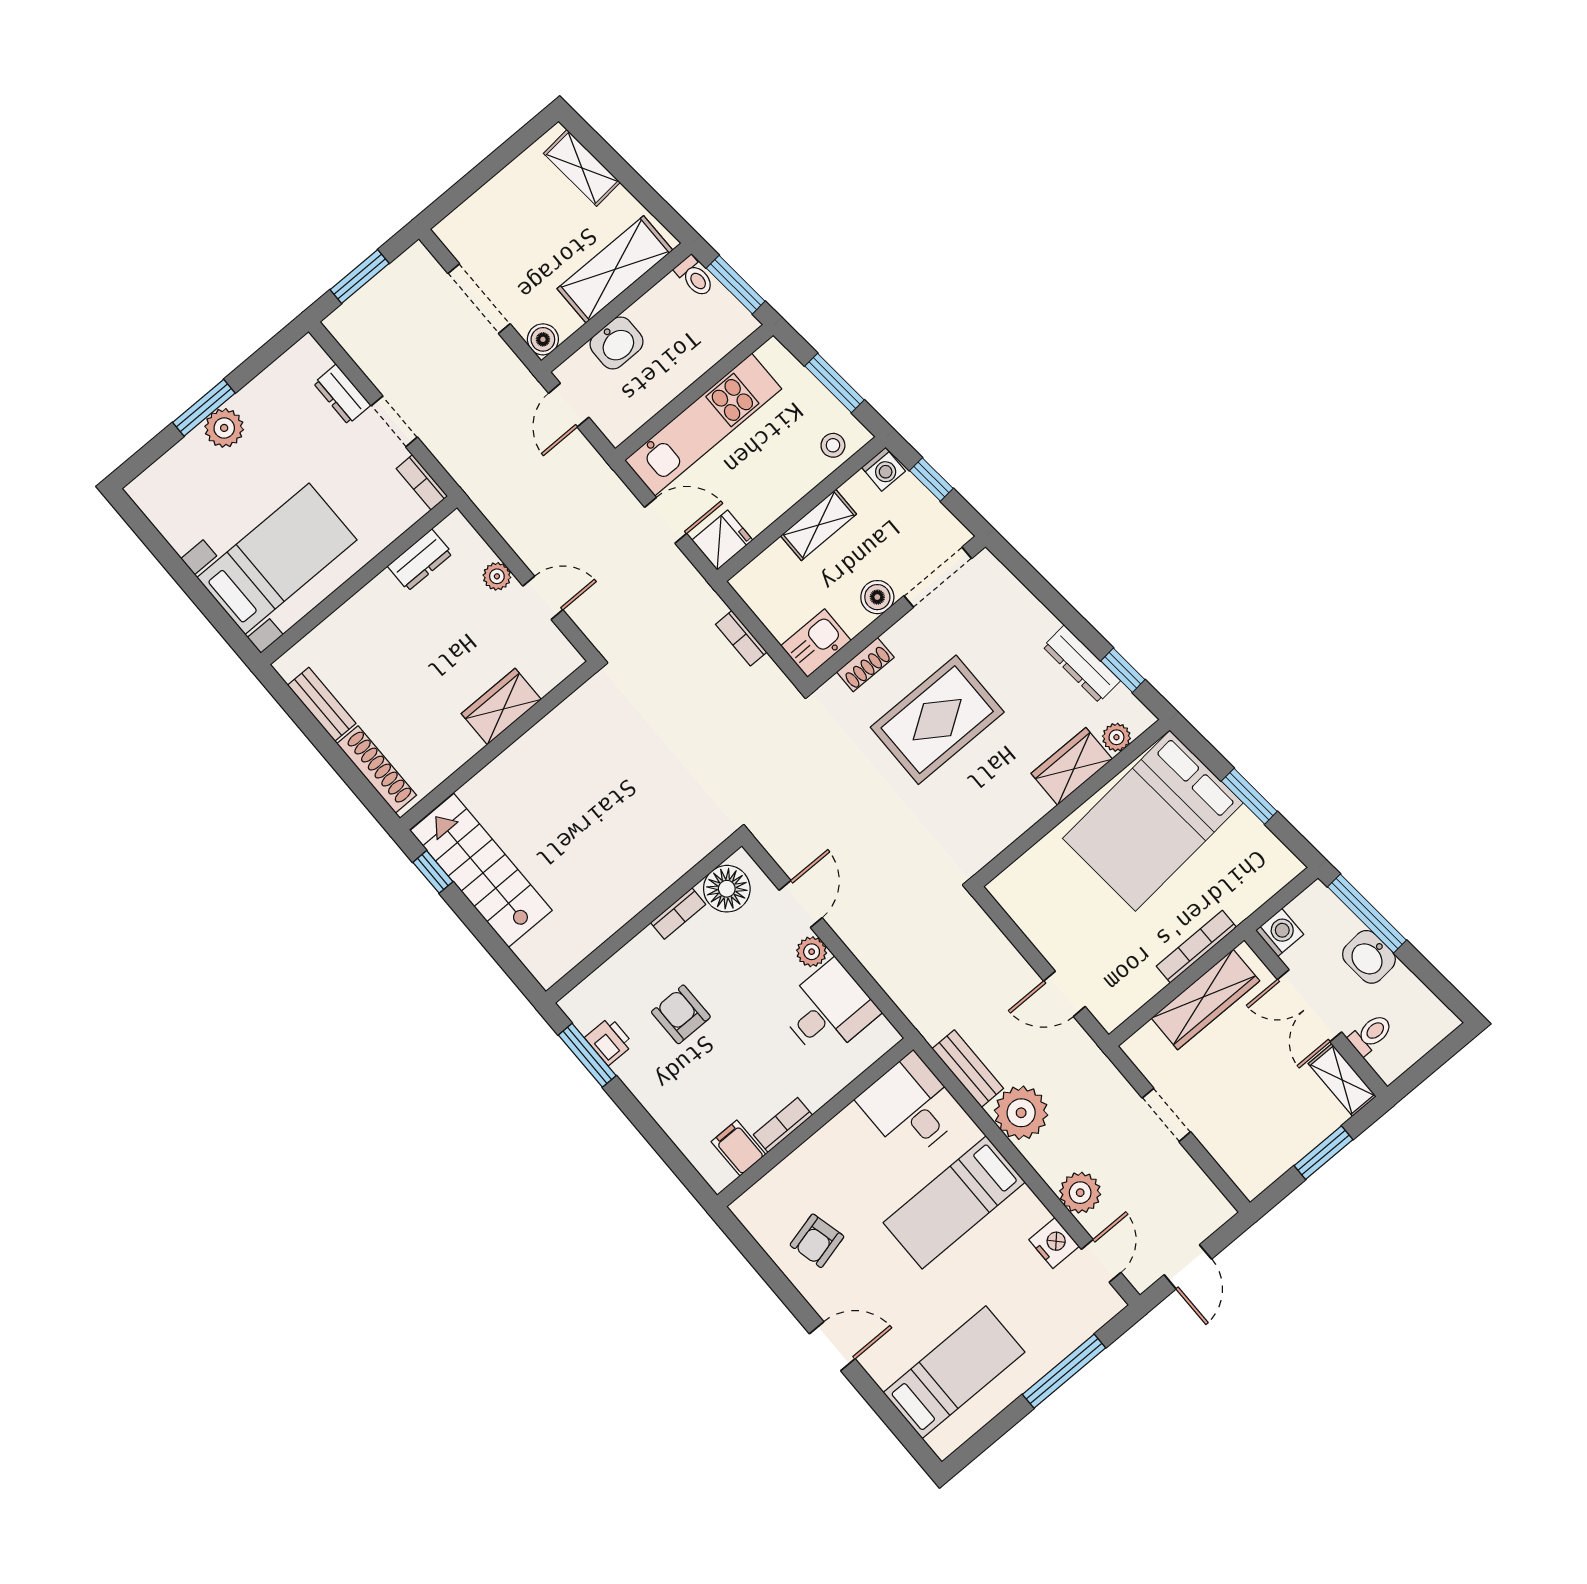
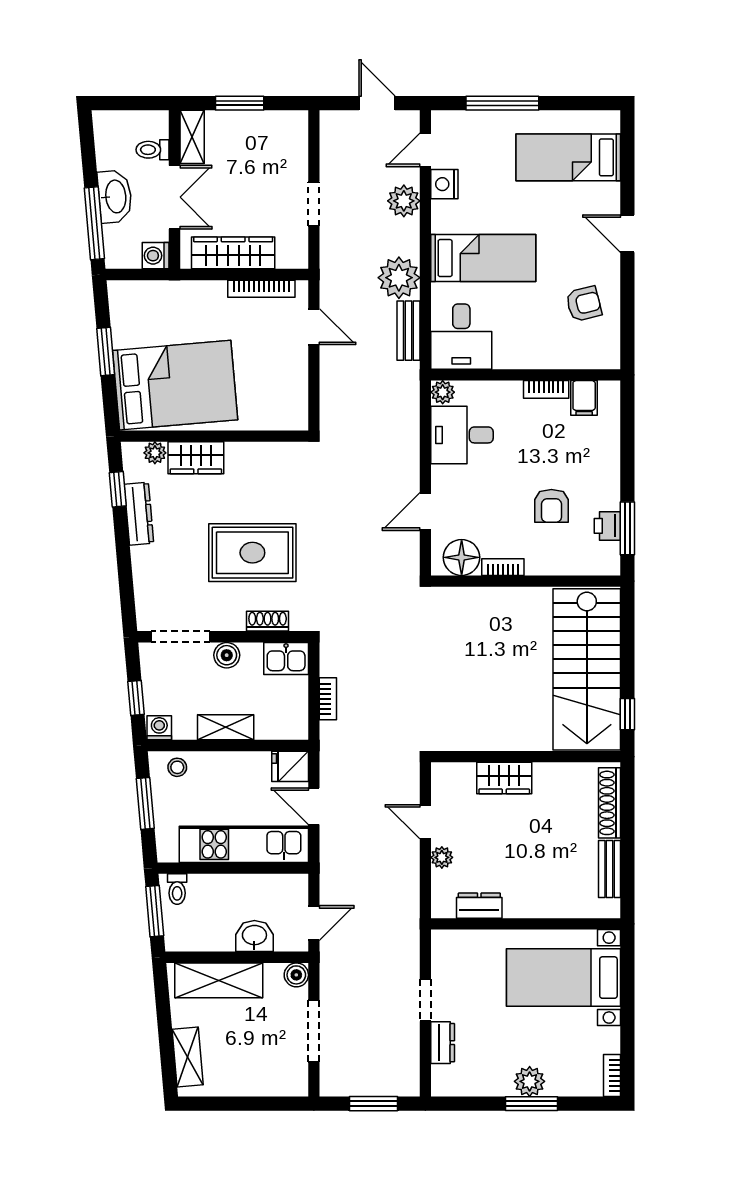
toilet: (695, 277) -> (177, 889), moved, turned 180
bookcase: (422, 482) -> (612, 1076), moved, turned 180
stairs: (481, 871) -> (587, 669), width x1.36, depth x1.51
bookcase: (1196, 947) -> (261, 289), moved
plant: (812, 952) -> (443, 392), moved
washbasin: (1369, 957) -> (115, 197), width x1.38
door: (1188, 1267) -> (377, 103), hinge flipped

